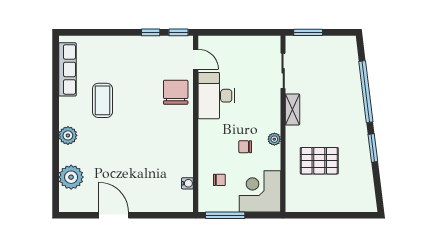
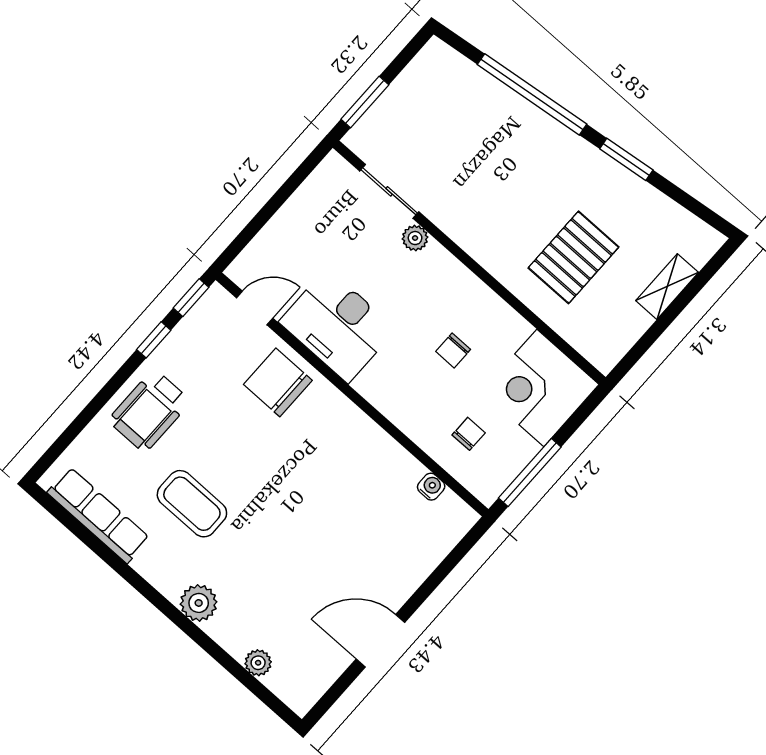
wheelchair: (123, 54) -> (149, 411), added
shelving: (293, 109) -> (667, 287), moved, turned 90
plant: (274, 139) -> (415, 238), moved
plant: (71, 177) -> (258, 663), width x0.53, depth x0.53

